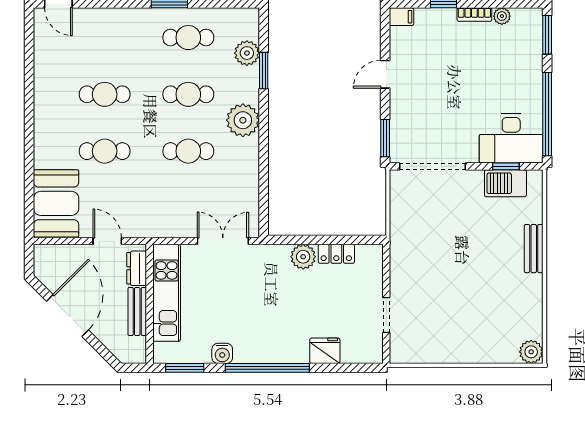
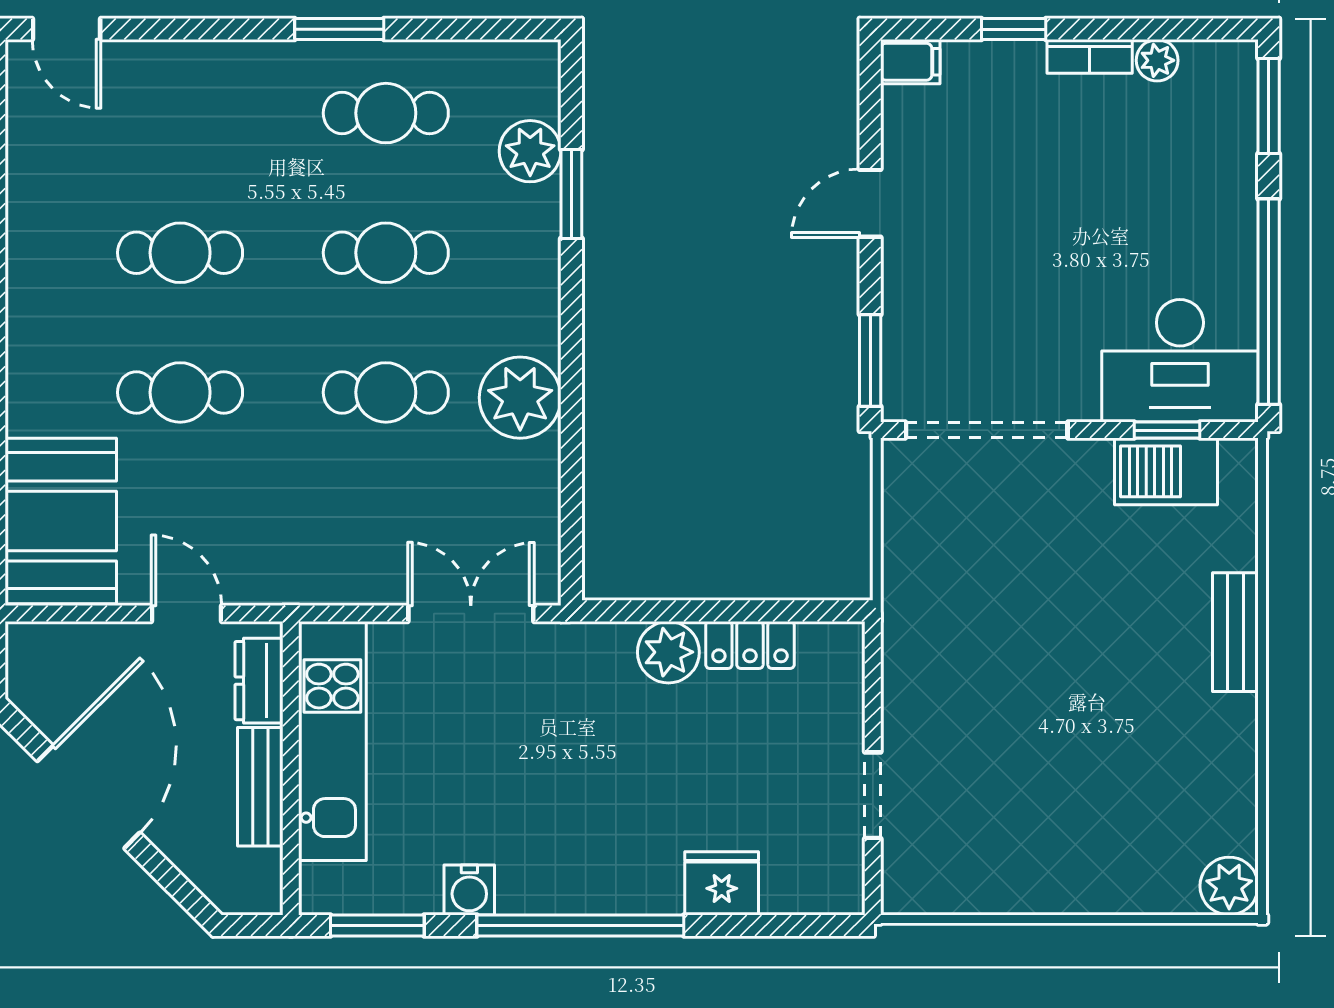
plant: (243, 120) -> (520, 398), moved

